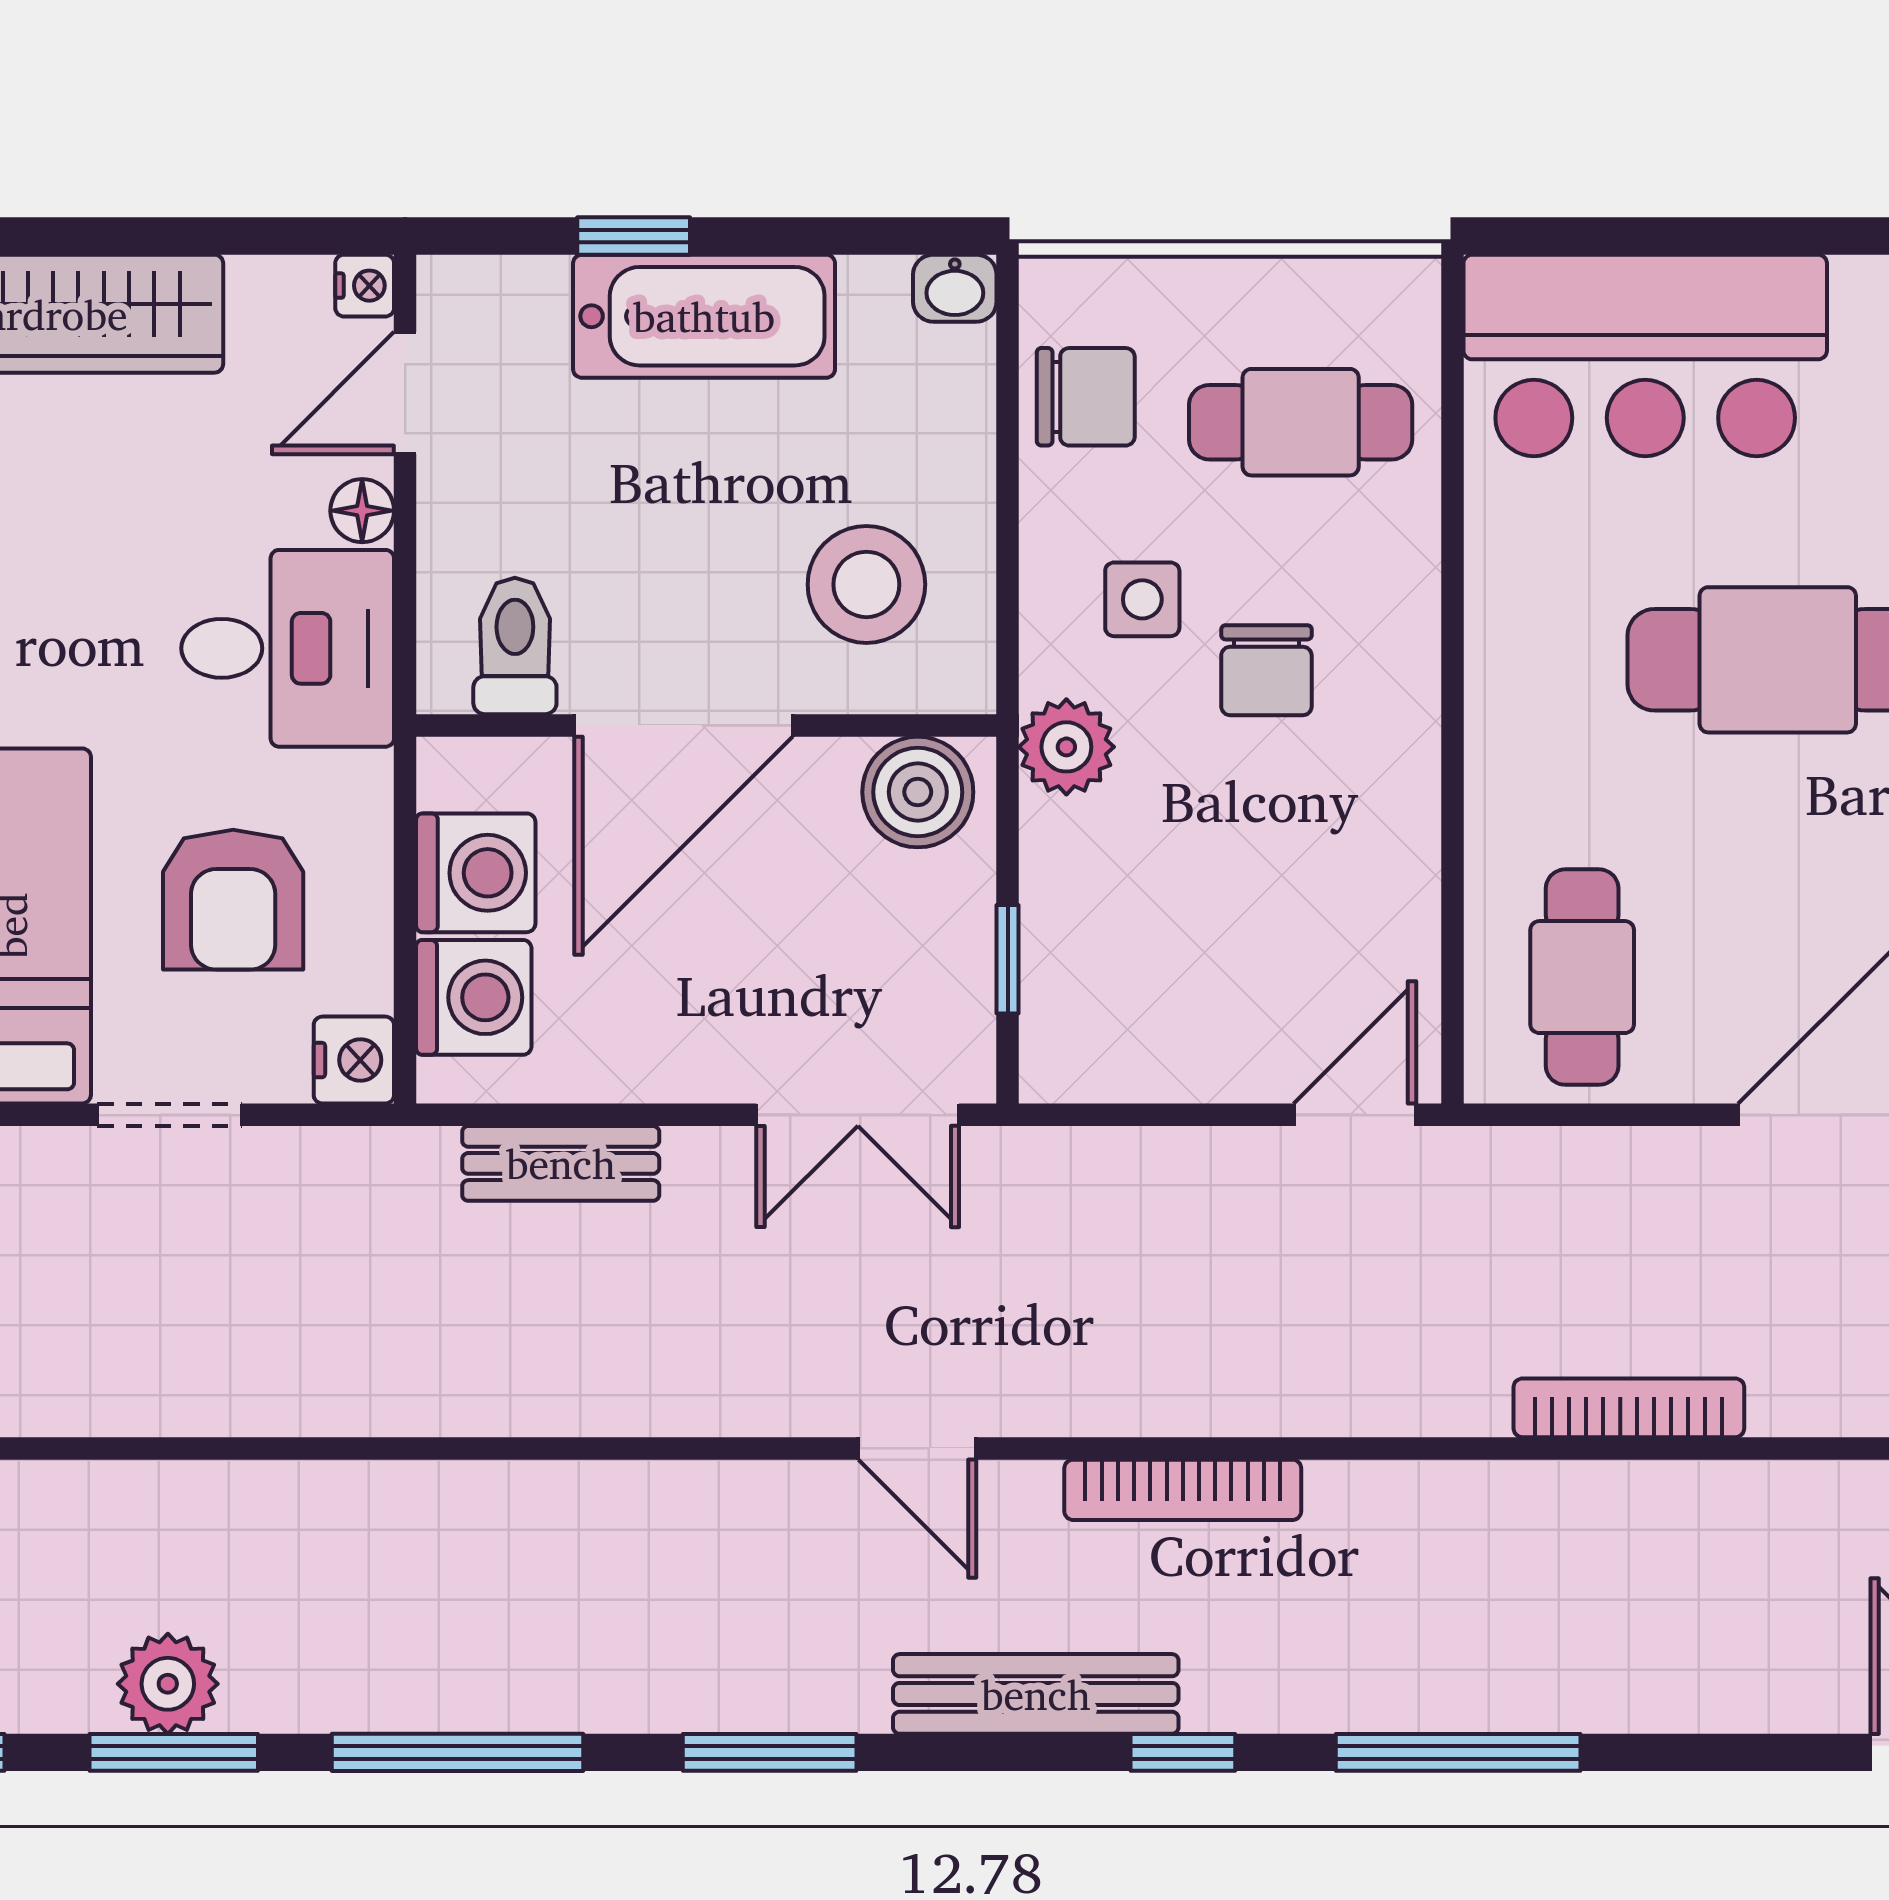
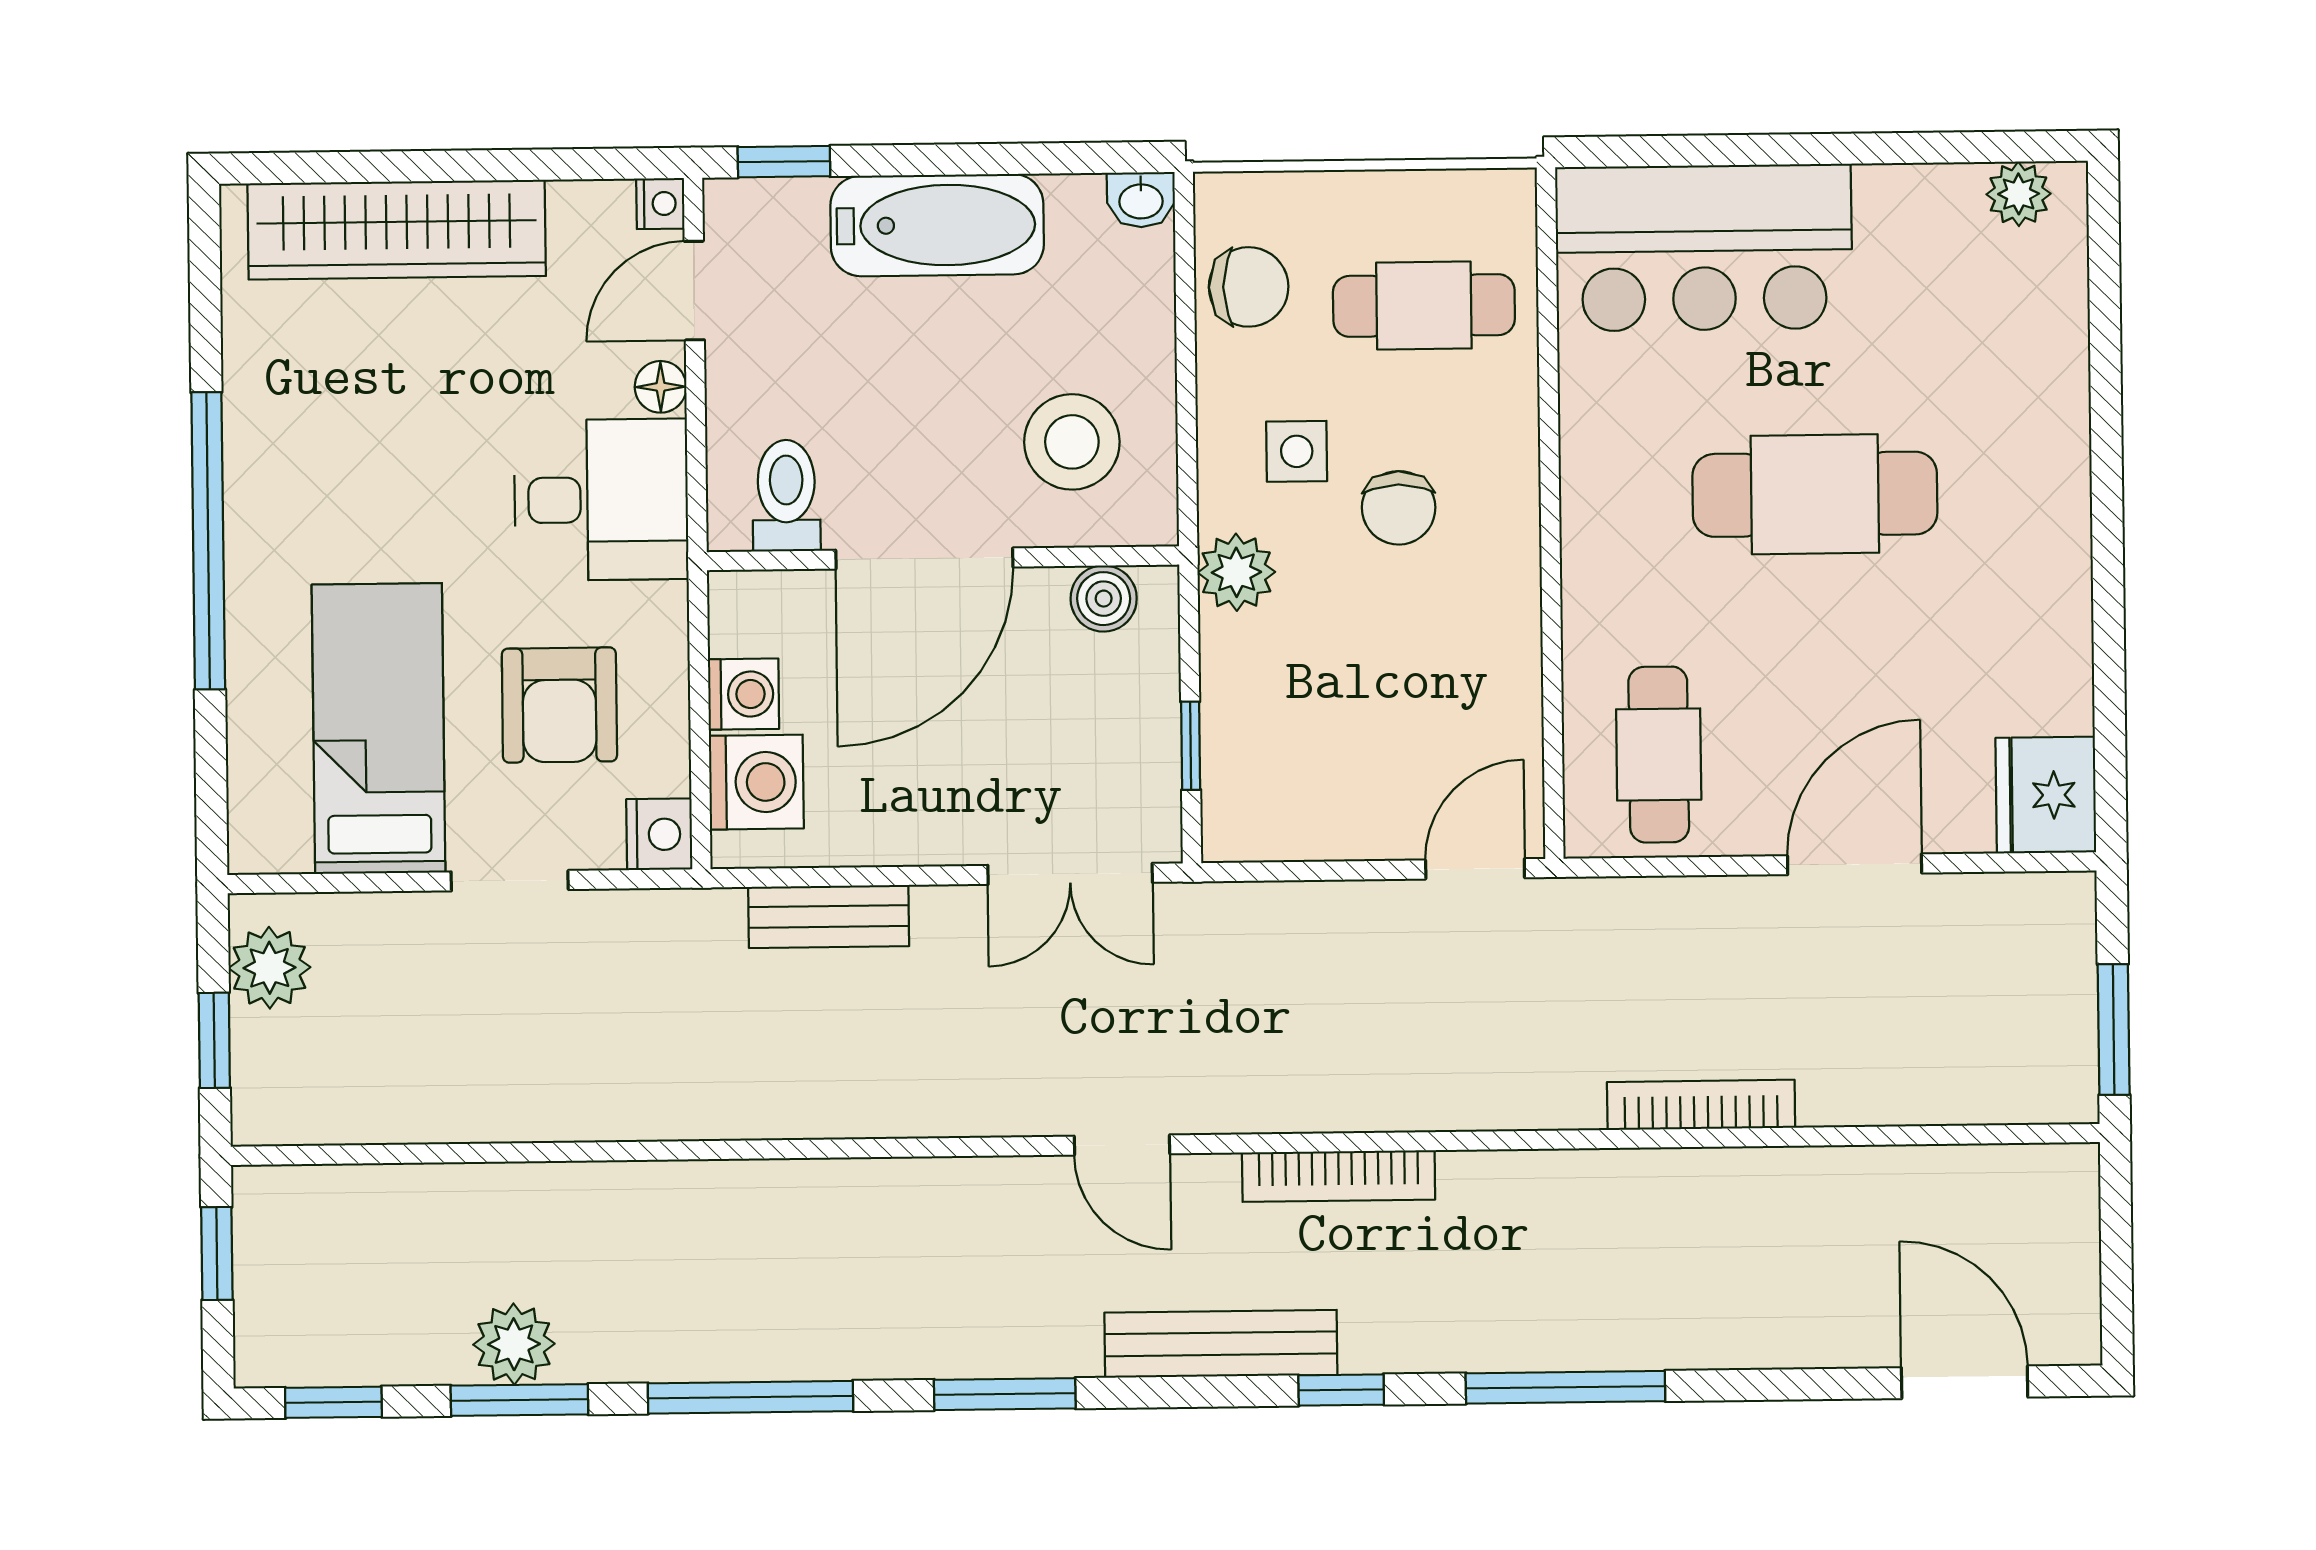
window: (634, 236) -> (784, 162), moved
boiler: (918, 792) -> (1104, 599), width x0.73, depth x0.73
washing machine: (476, 873) -> (744, 694), width x0.73, depth x0.73

